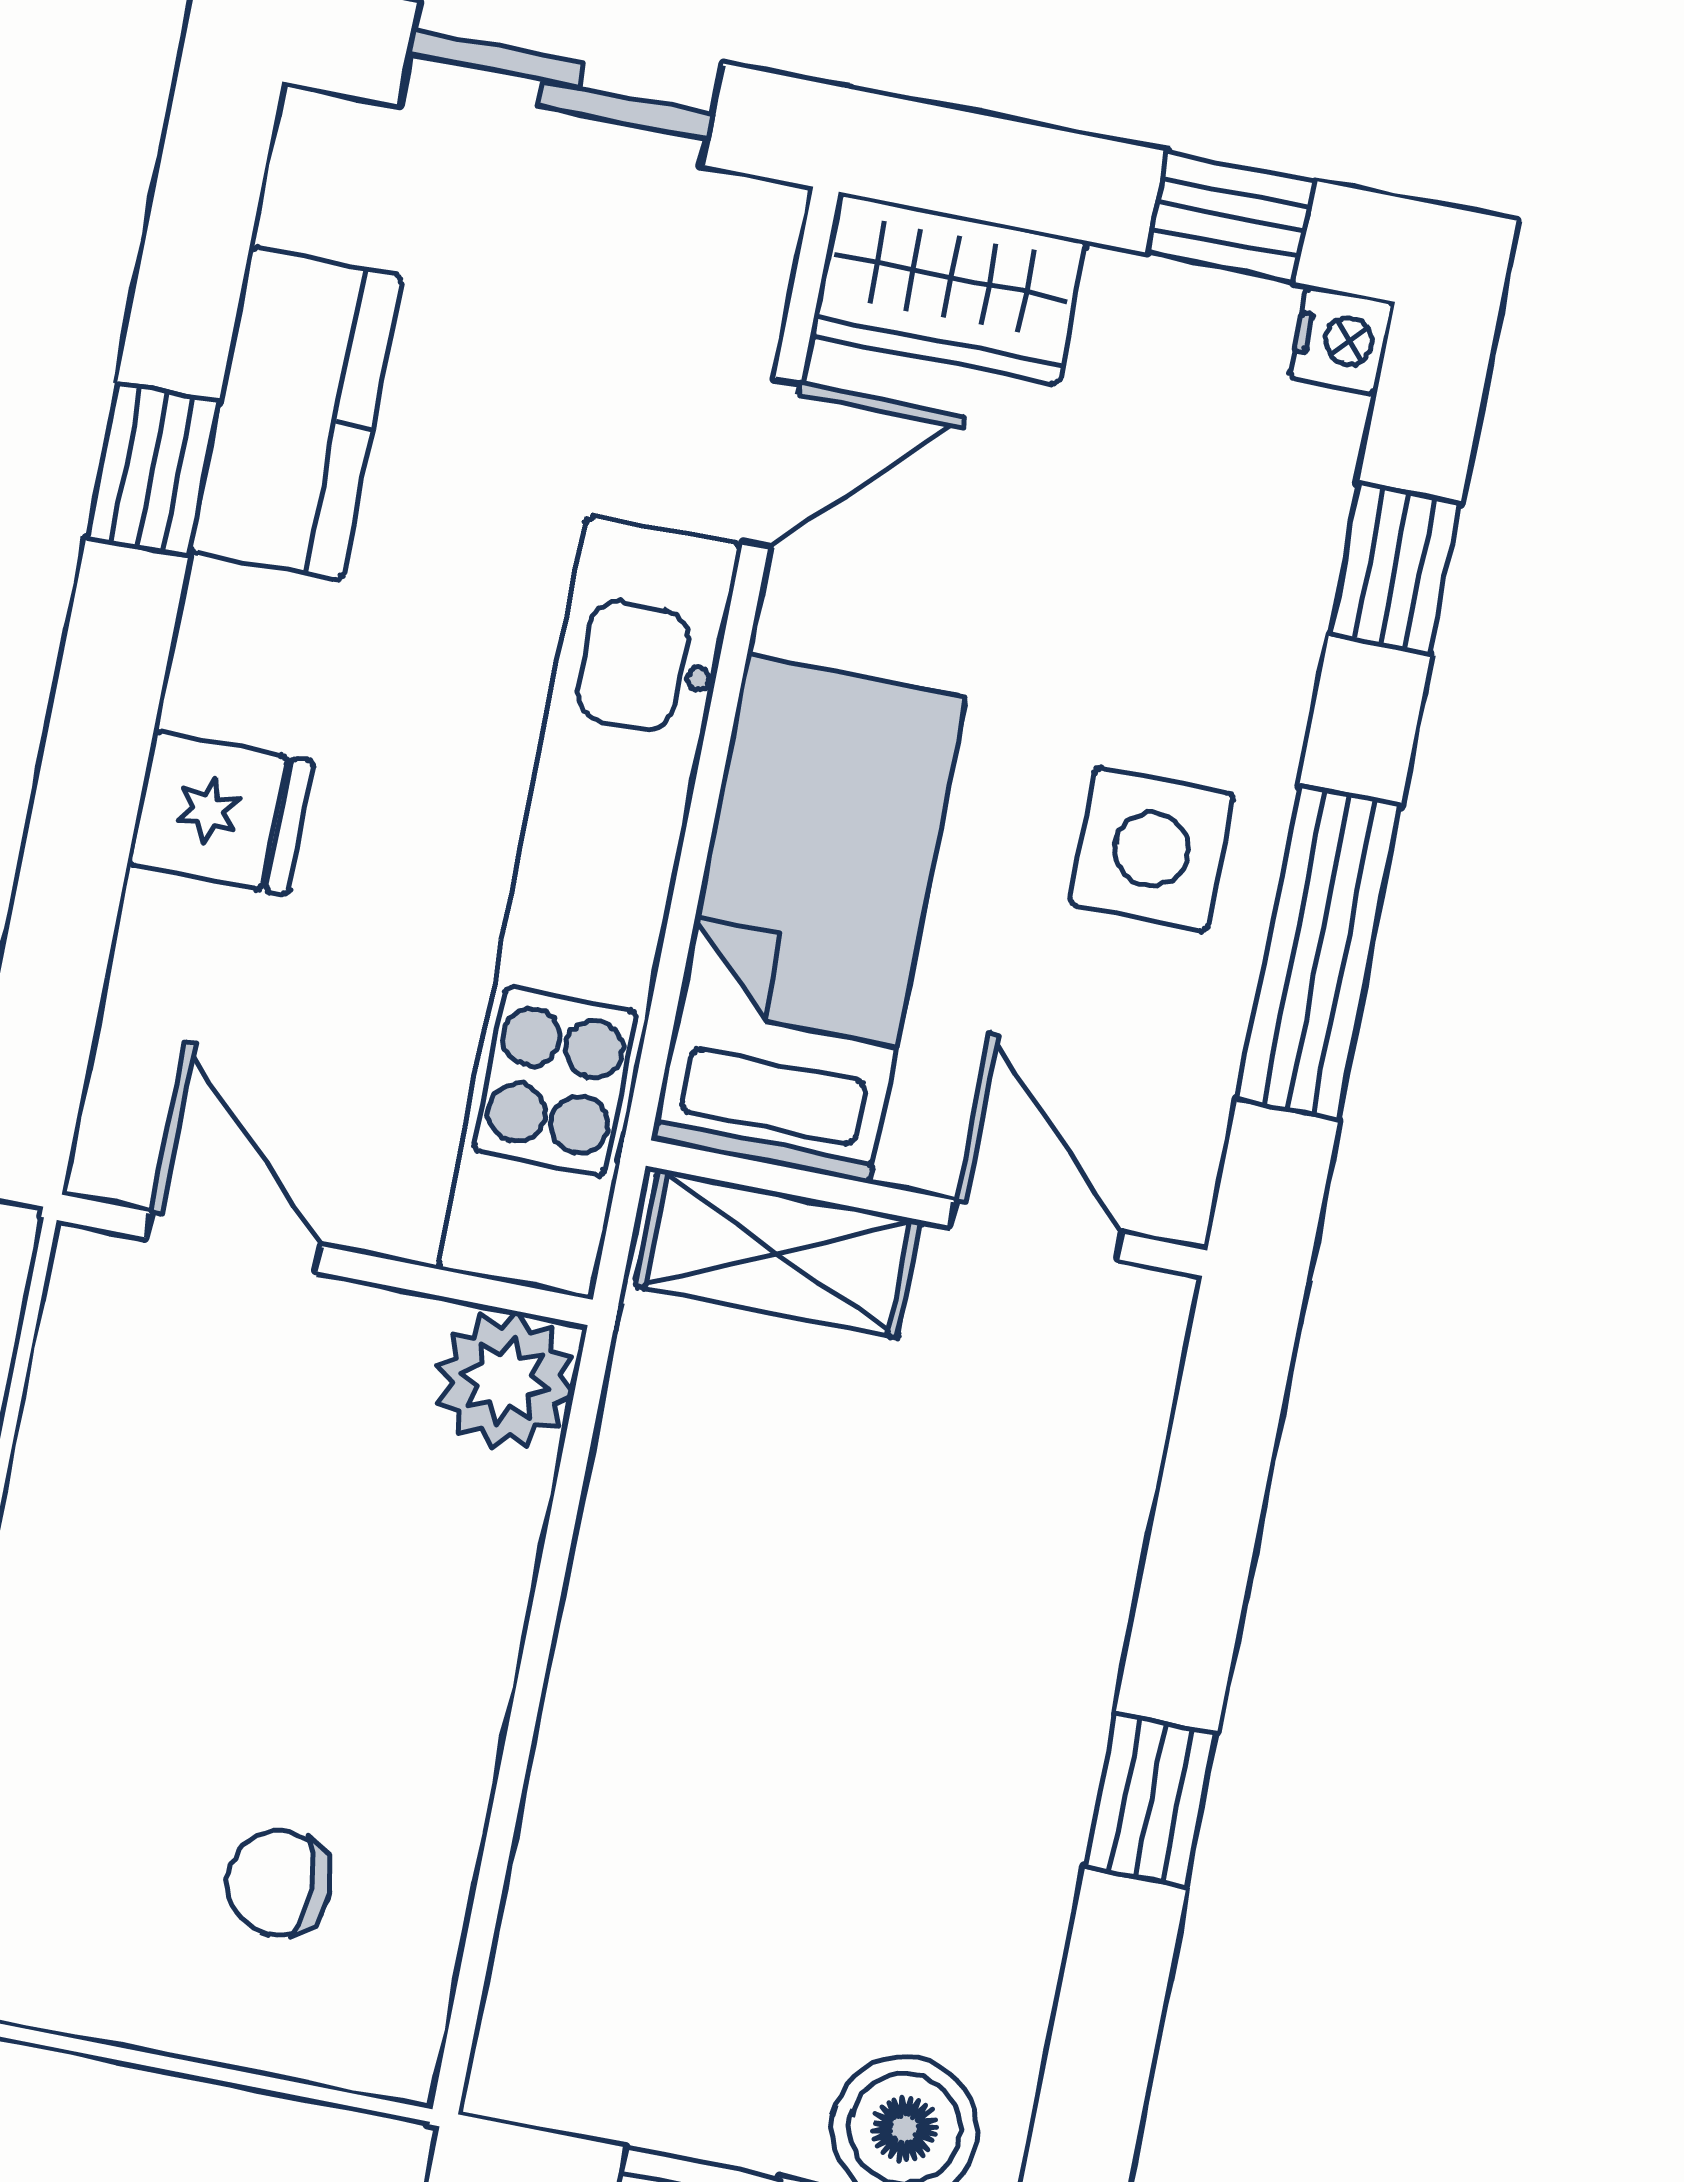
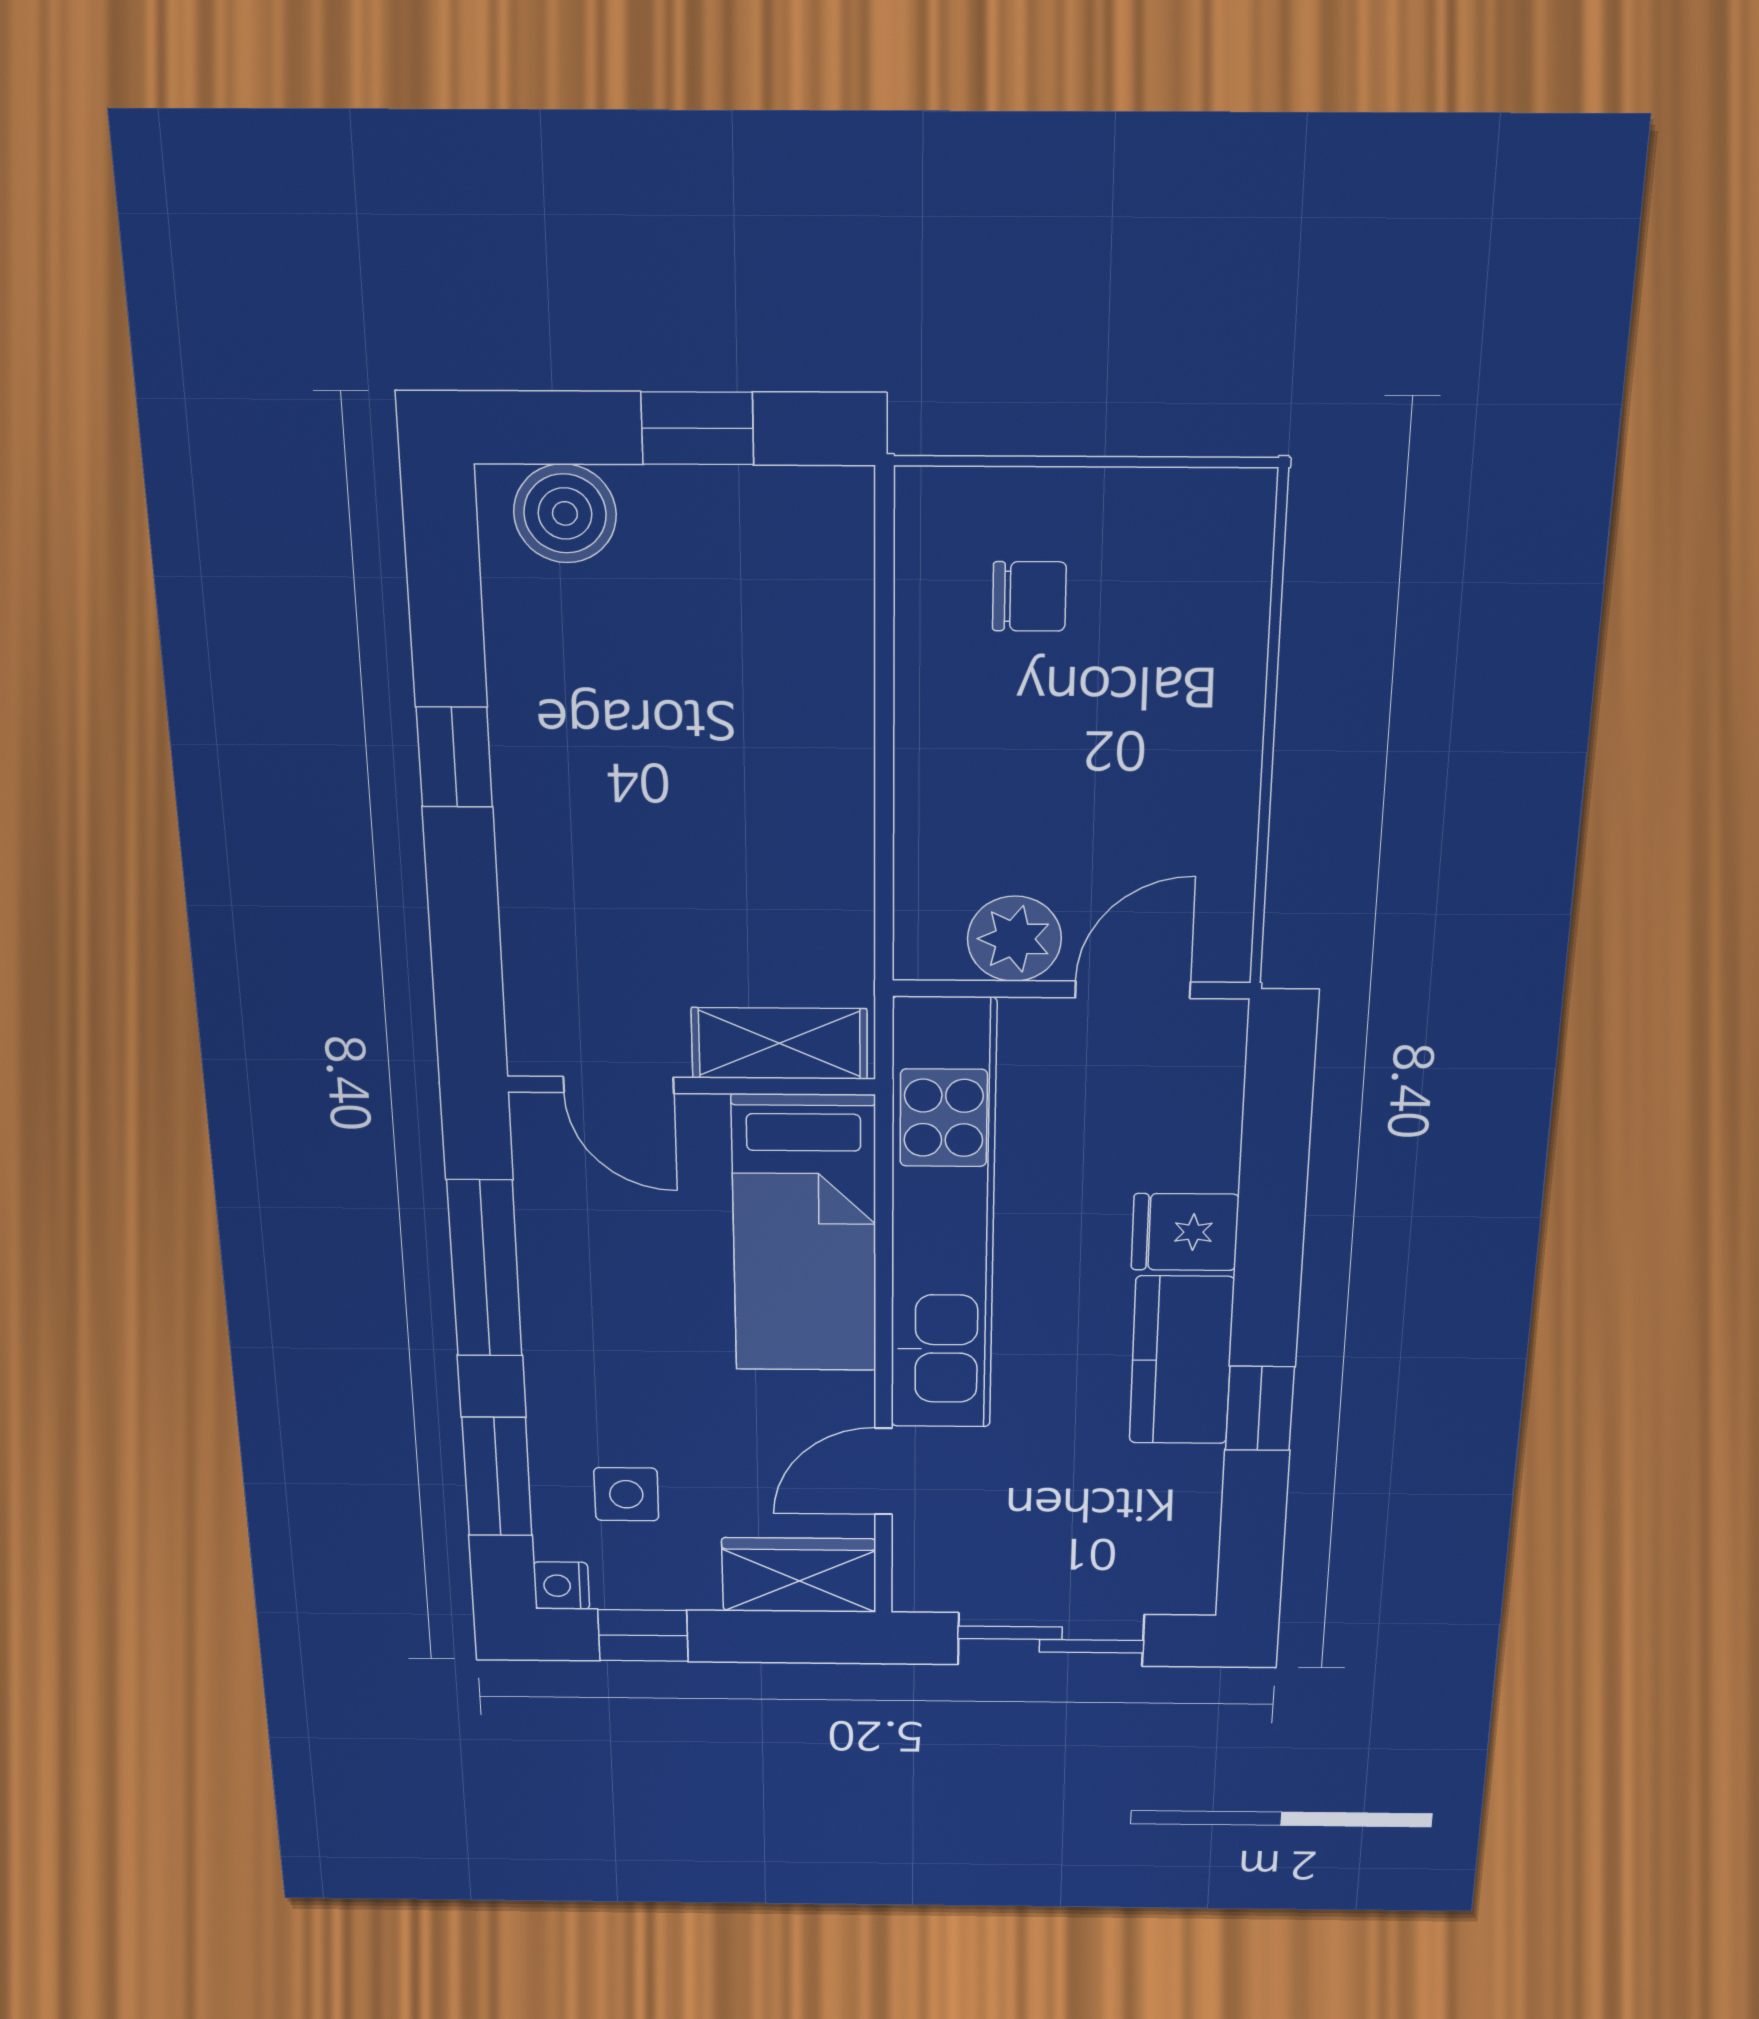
kitchen counter: (296, 413) -> (1181, 1360), moved
window: (1395, 569) -> (497, 1477), width x1.50
side table: (1151, 849) -> (626, 1494), moved, width x0.73, depth x0.73
door: (233, 1242) -> (1133, 990), swing flipped
plant: (505, 1380) -> (1014, 939), moved

